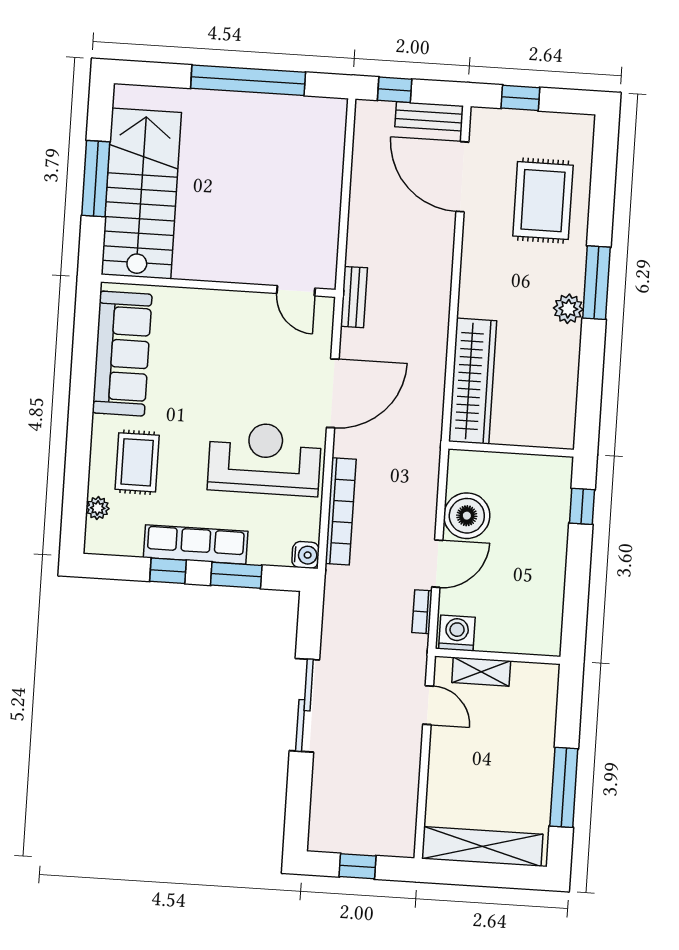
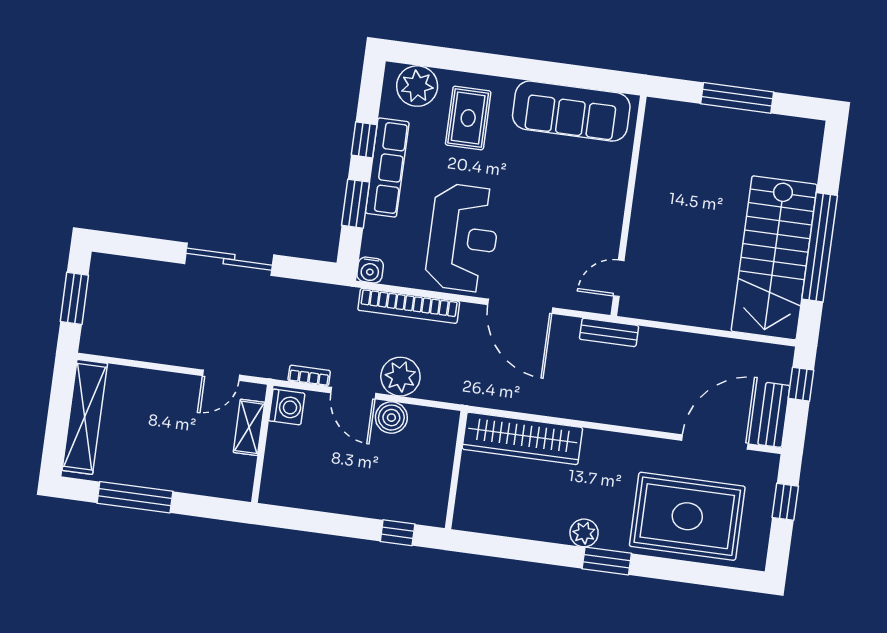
stairs: (141, 194) -> (774, 258), moved, turned 90
rug: (543, 201) -> (687, 516), width x1.37, depth x1.44
window: (596, 283) -> (607, 561), width x0.69
rug: (137, 462) -> (468, 118), turned 90
plant: (98, 508) -> (417, 86), width x1.88, depth x1.88
plant: (416, 515) -> (400, 377), added
boiler: (467, 516) -> (391, 418), width x0.73, depth x0.73
window: (357, 866) -> (74, 298), width x1.50

